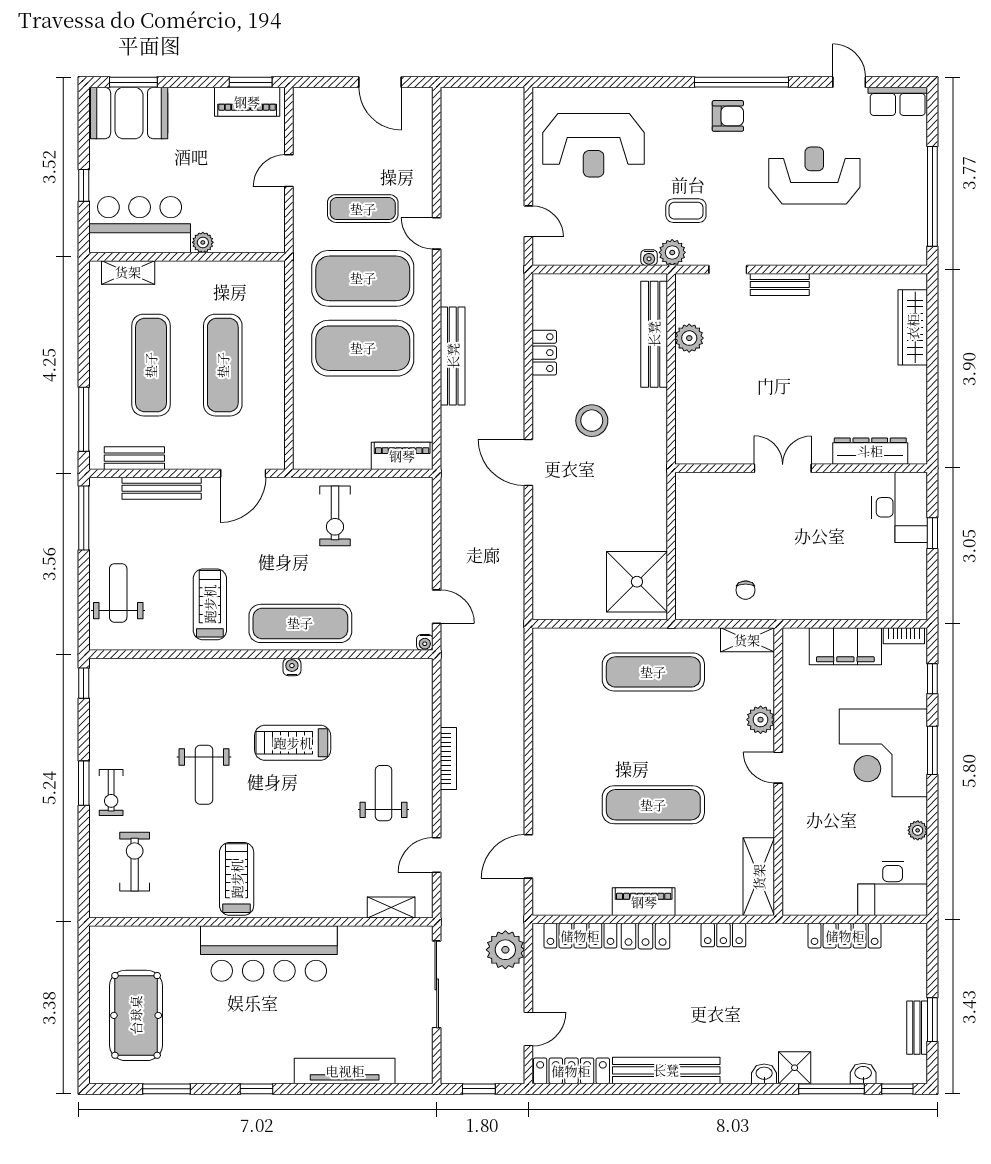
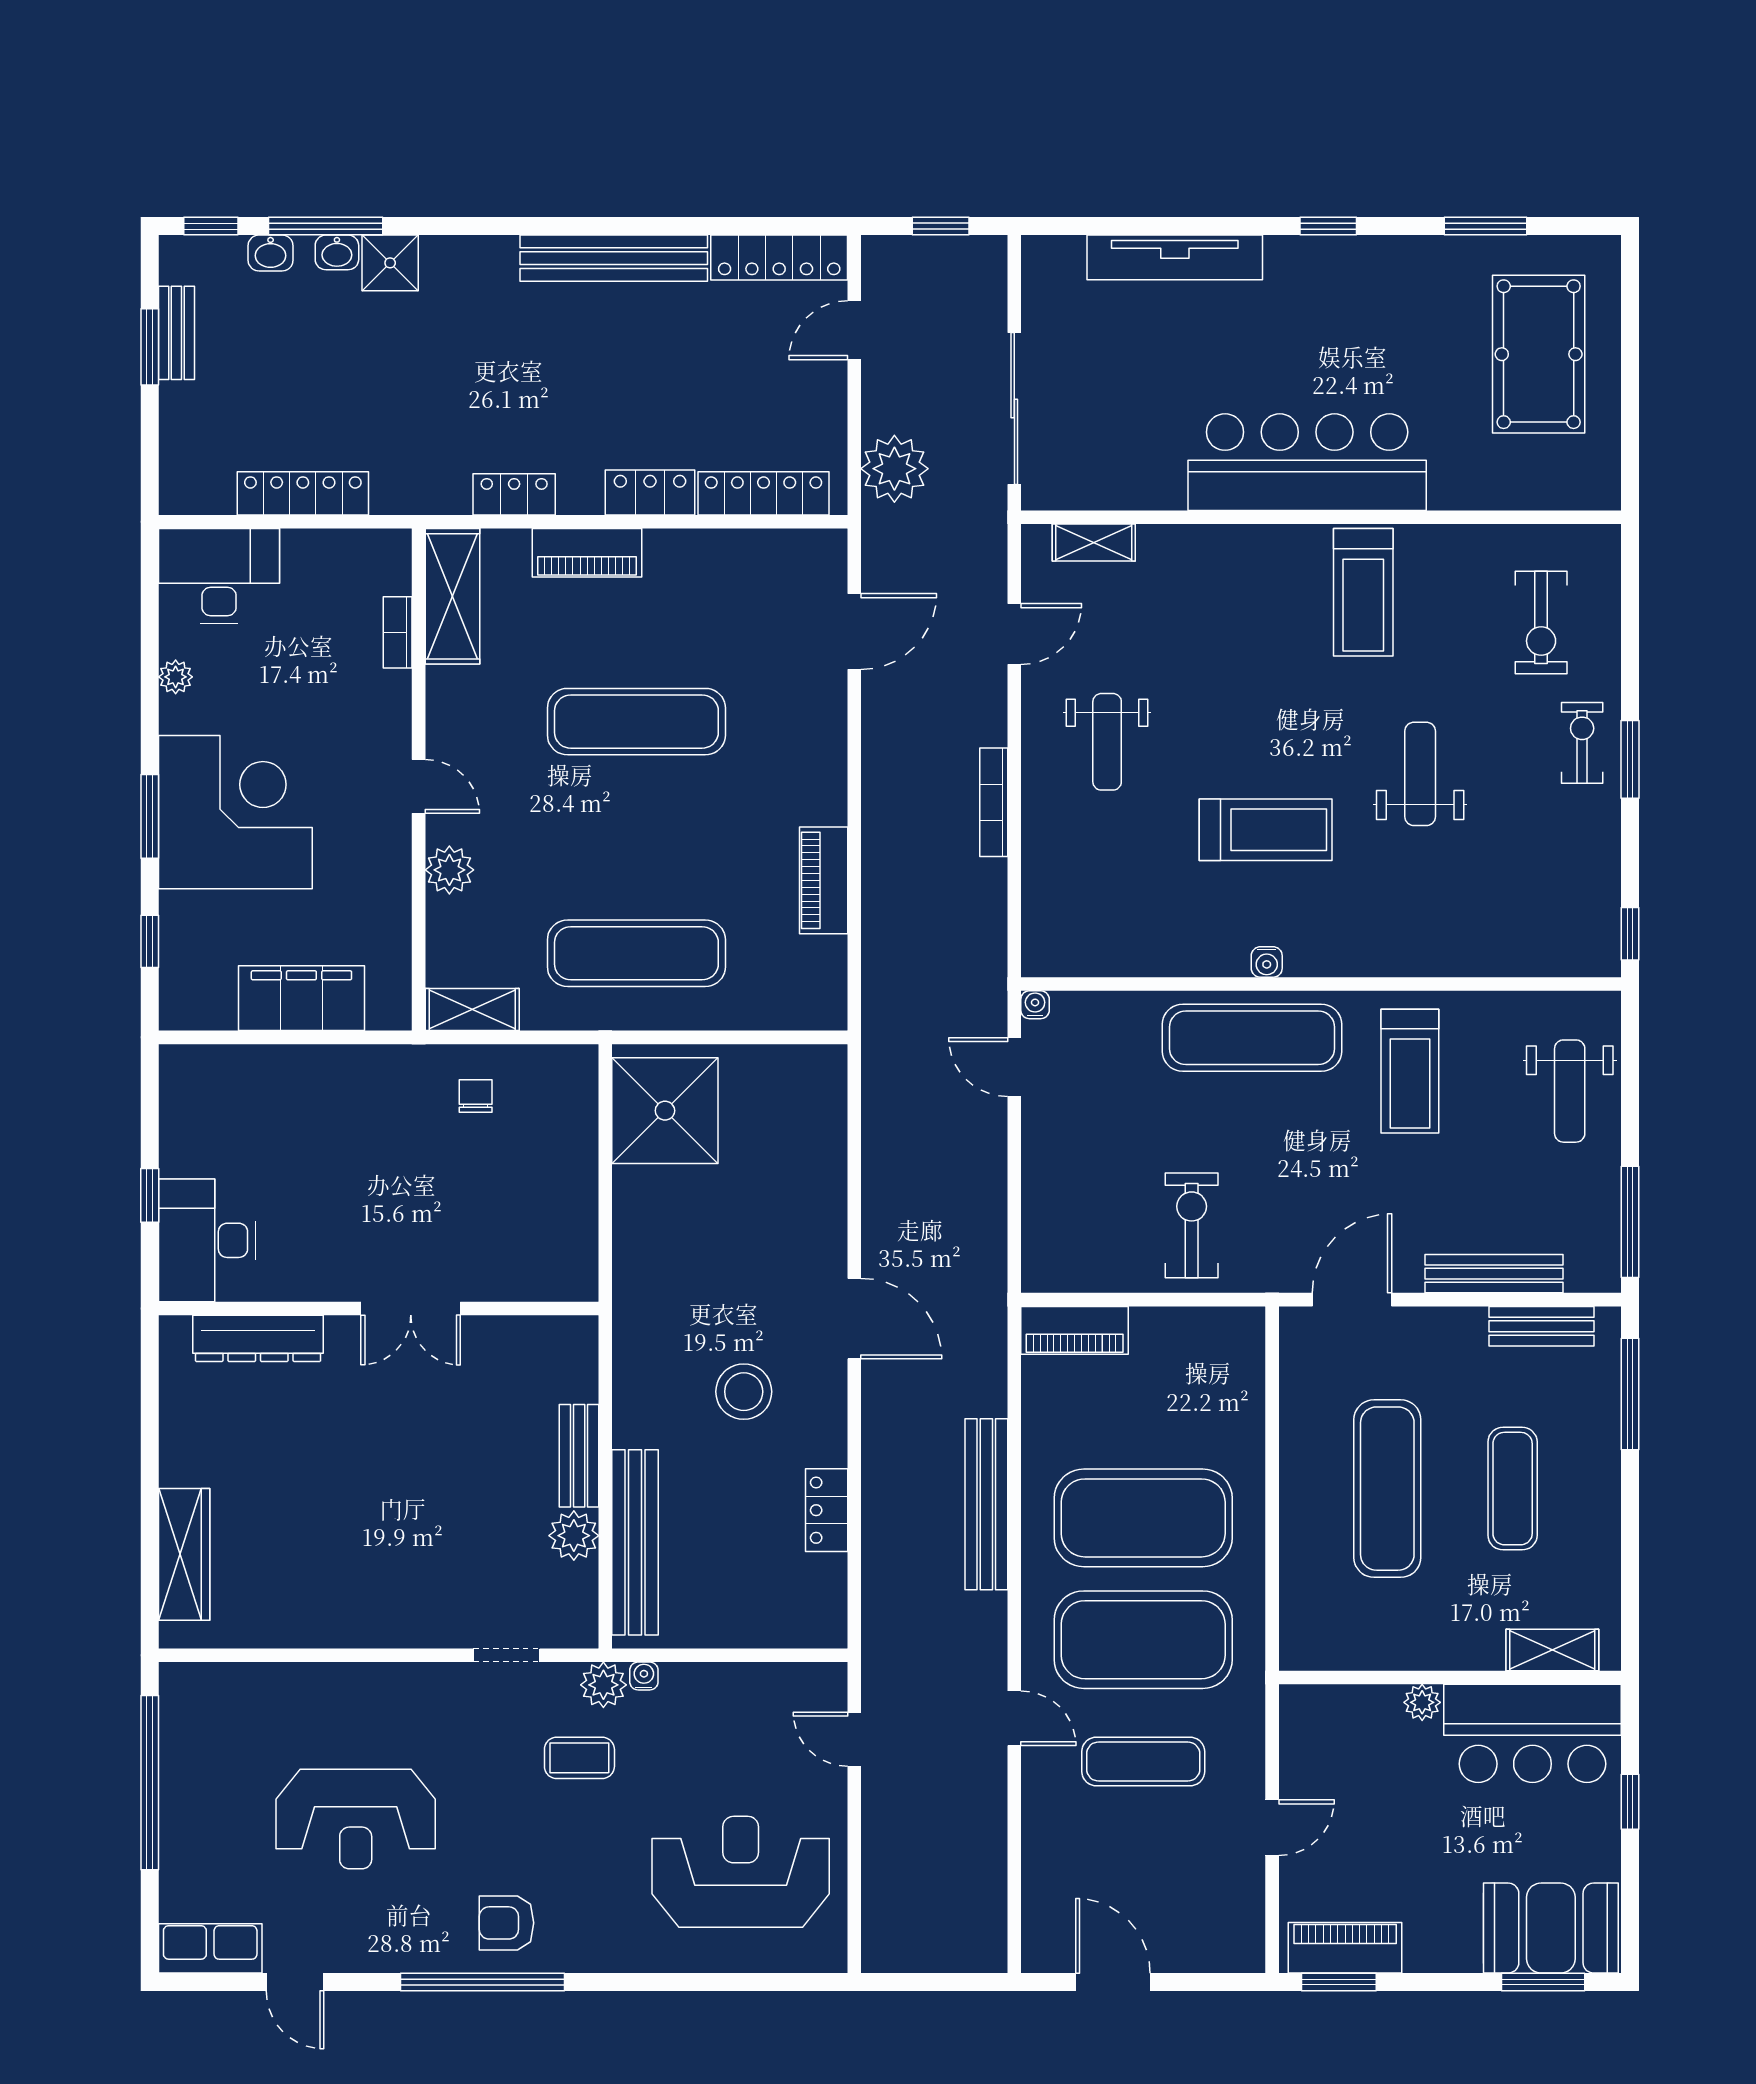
bench: (780, 285) -> (579, 1456), moved, turned 90
exercise mat: (151, 365) -> (1513, 1489), width x0.73, depth x0.69
bookcase: (904, 636) -> (398, 632), moved, turned -90
piano: (546, 714) -> (824, 880), added
piano: (644, 902) -> (587, 553), moved
washbasin: (764, 1074) -> (337, 252), moved

